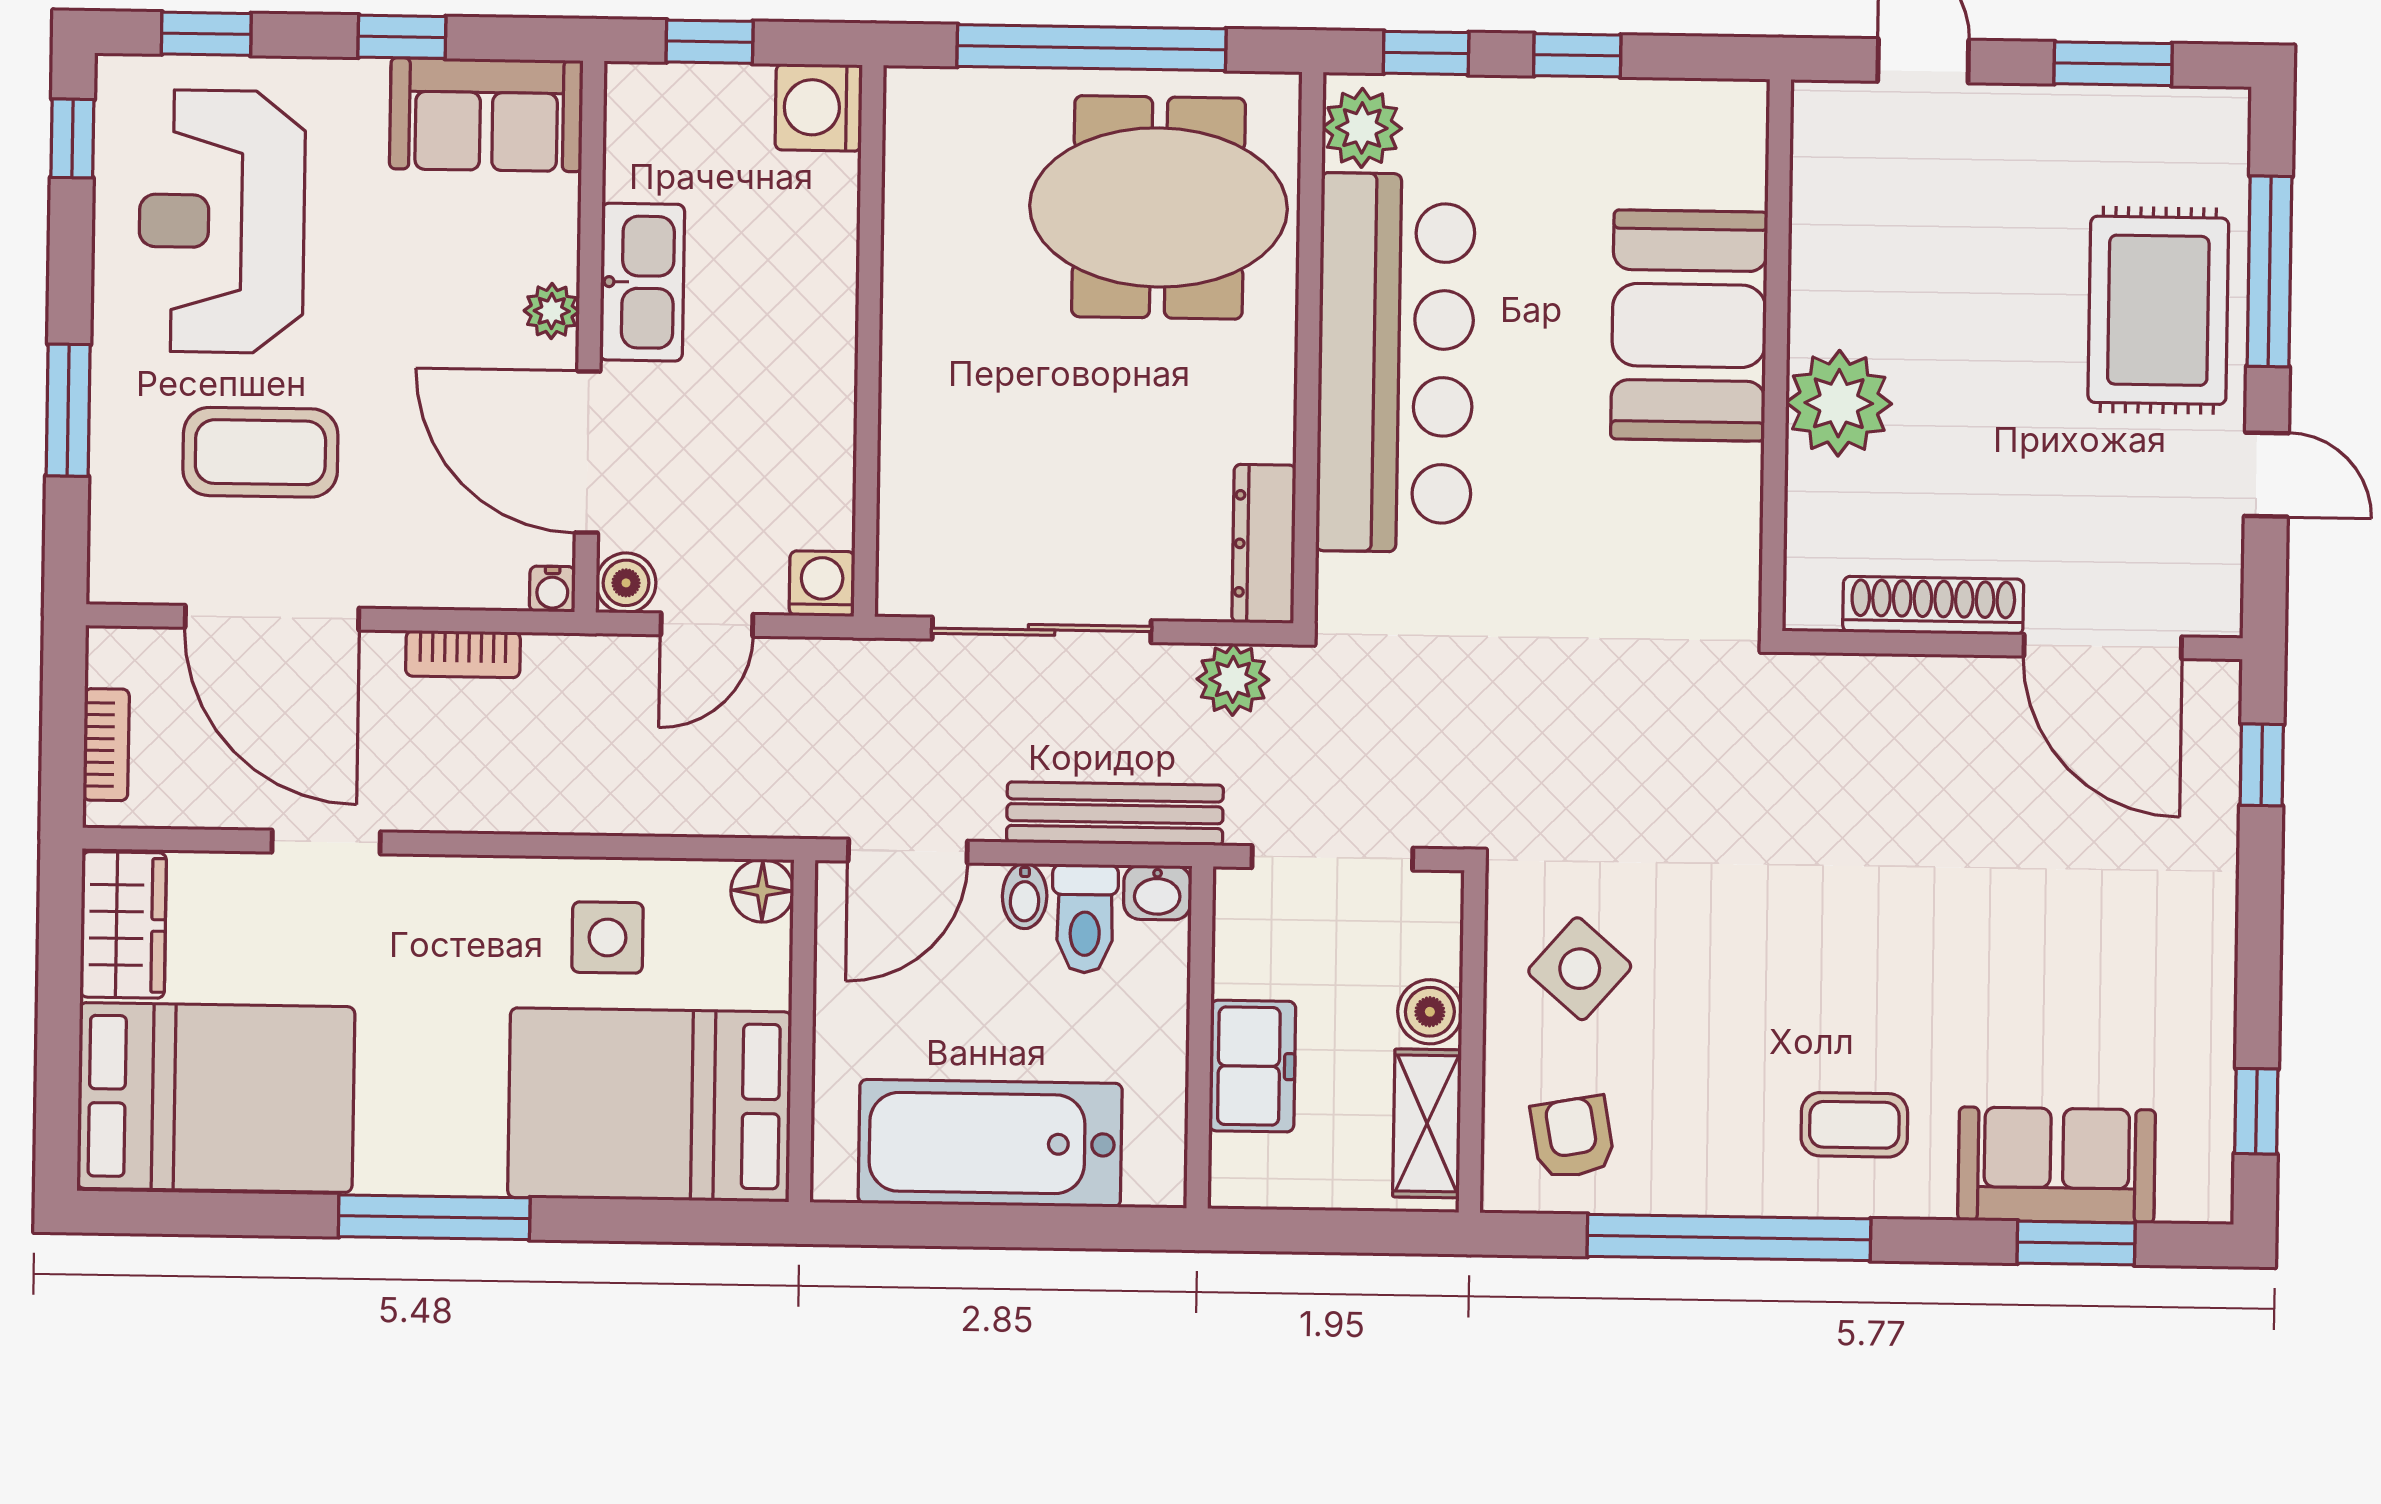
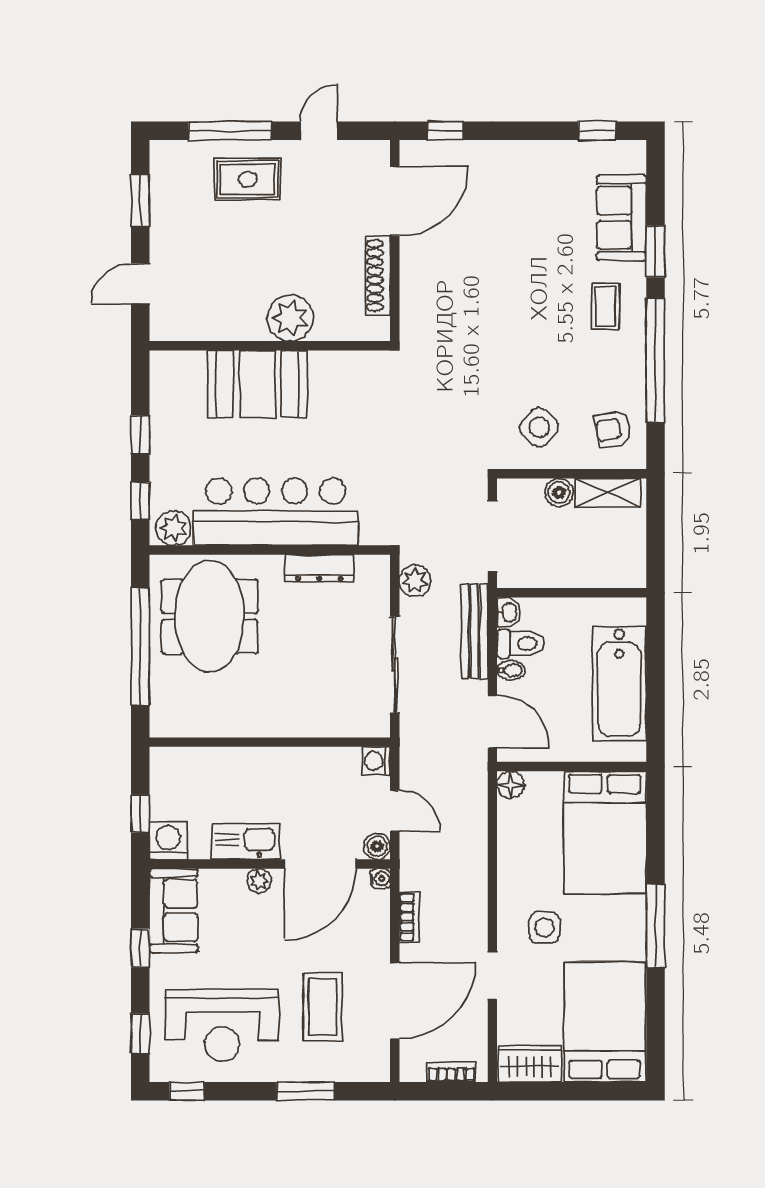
washing machine: (819, 107) -> (168, 841), moved, turned 180
rug: (2158, 310) -> (248, 179), width x0.73, depth x0.70
dresser: (1264, 544) -> (319, 568), moved
side table: (608, 937) -> (544, 928), moved
freezer: (1252, 1066) -> (584, 570), removed
window: (2076, 1243) -> (655, 252), moved

